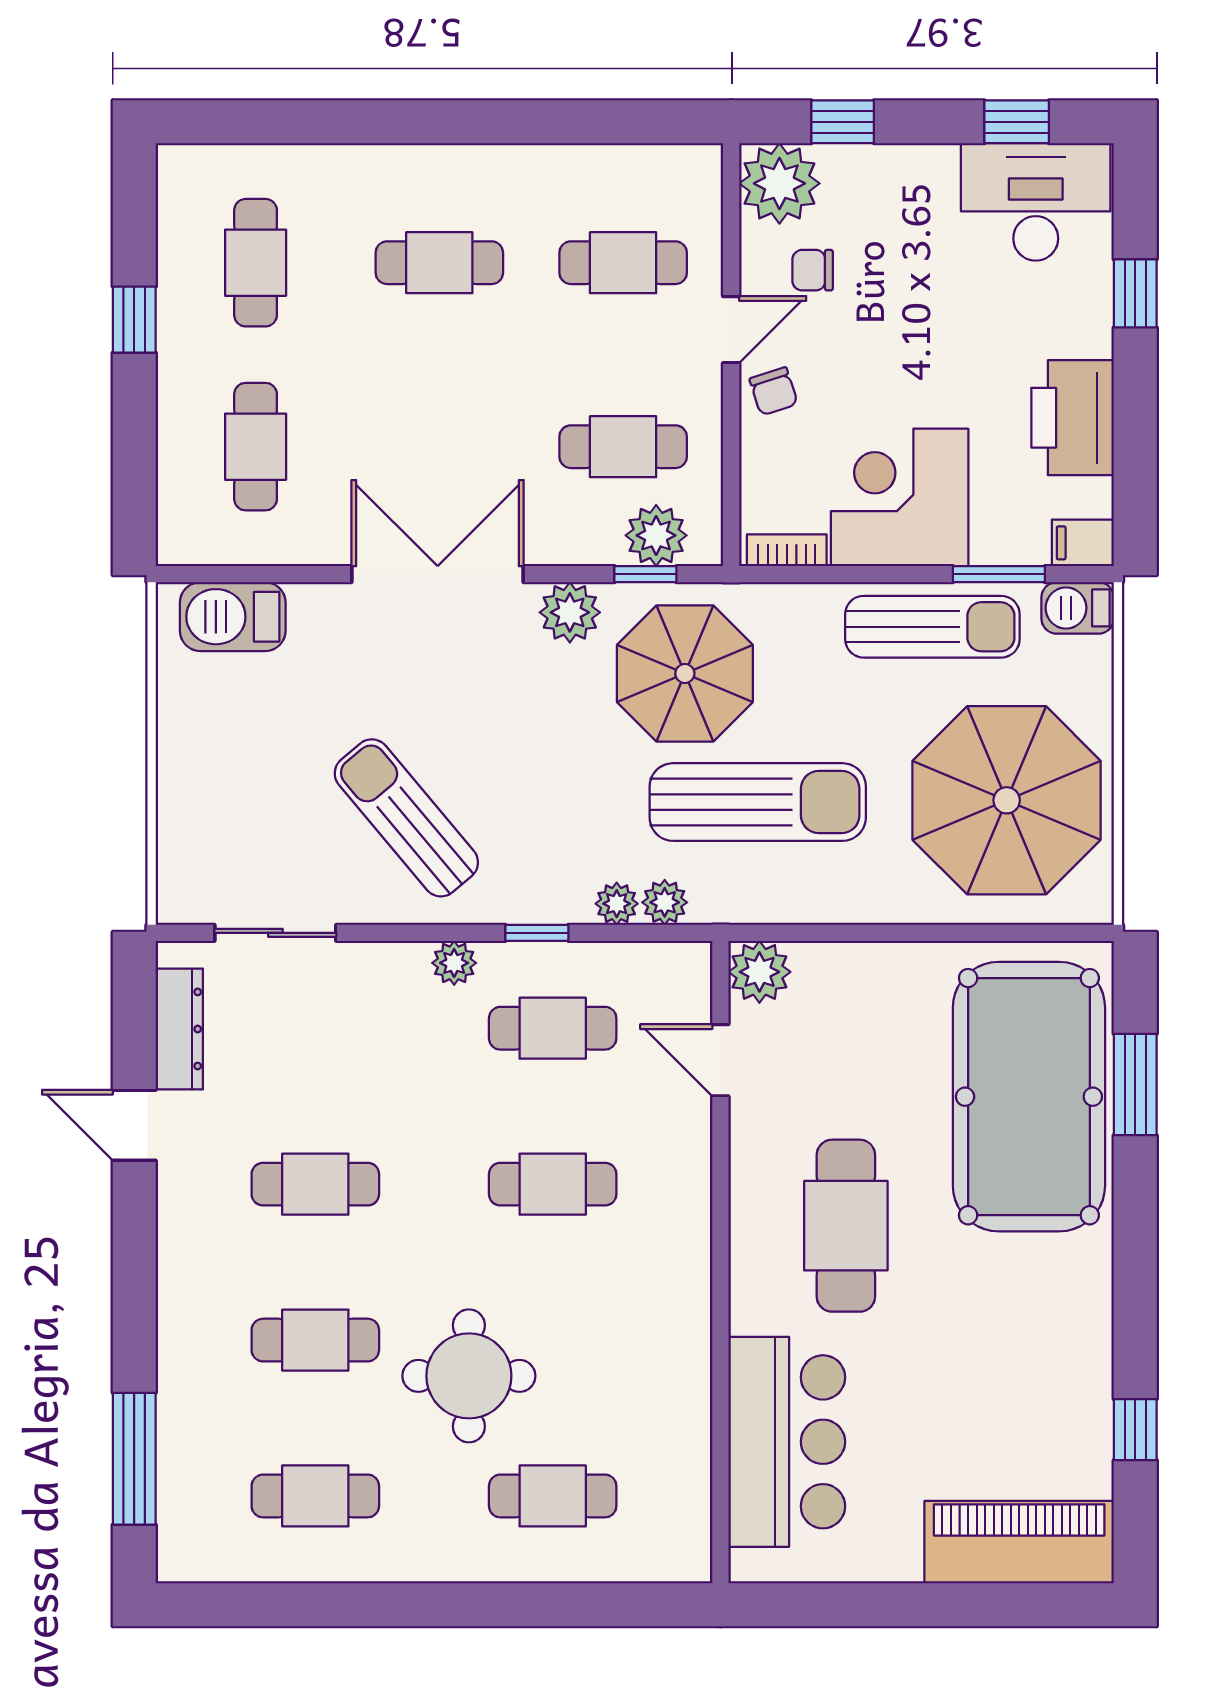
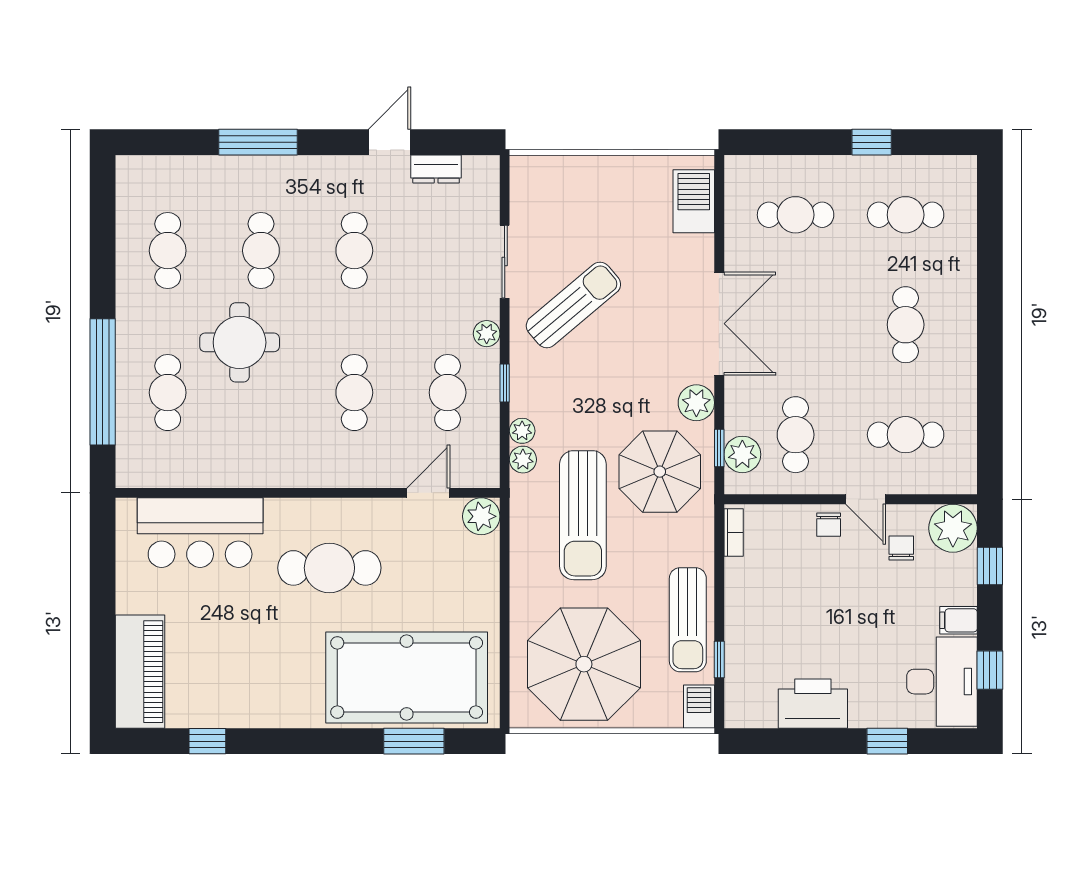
cafe table: (623, 263) -> (906, 435), turned 90
chair: (774, 391) -> (829, 525), turned -72
corner desk: (900, 497) -> (765, 600), removed
filing cabinet: (1083, 543) -> (959, 620), moved, turned -90
window: (999, 574) -> (719, 660), width x0.67
sliding door: (275, 933) -> (505, 262), moved
dresser: (179, 1029) -> (436, 169), width x0.70
window: (134, 1459) -> (258, 142), moved
window: (535, 1605) -> (103, 382), added

